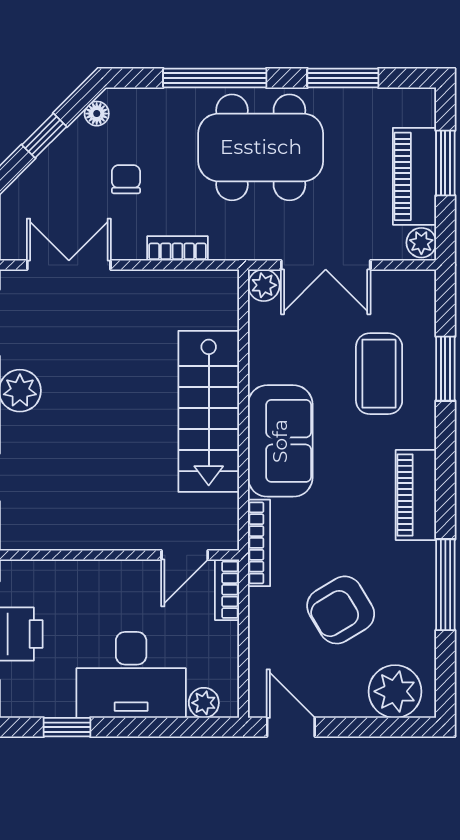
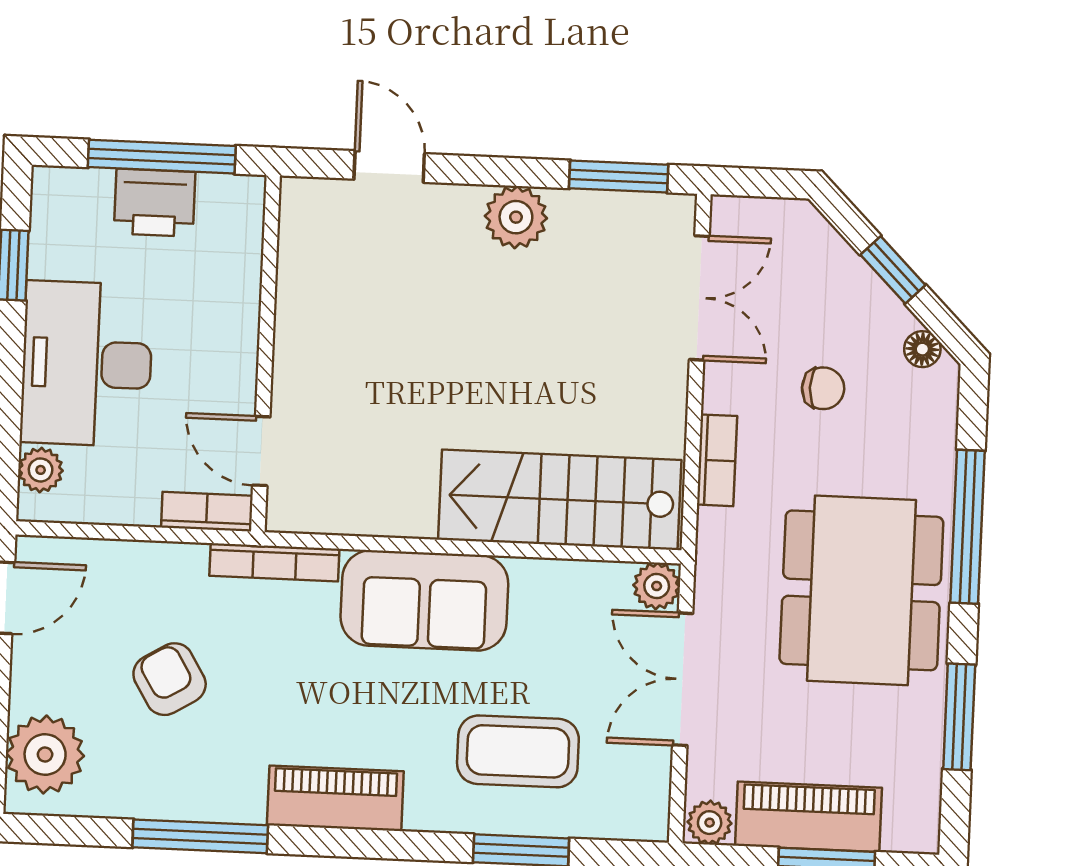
stairs: (209, 411) -> (560, 500), moved
armchair: (341, 610) -> (170, 679), width x0.72, depth x0.72

